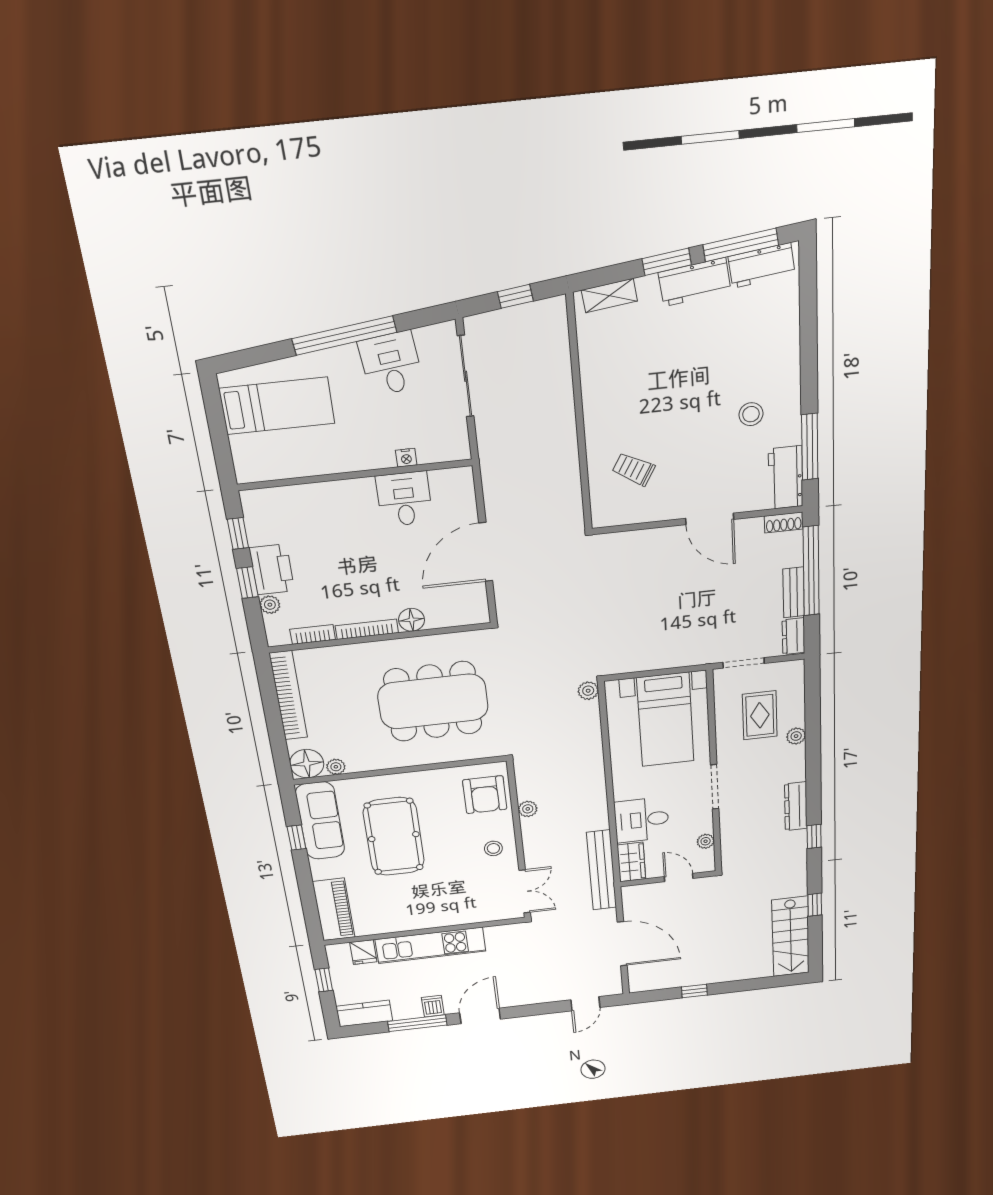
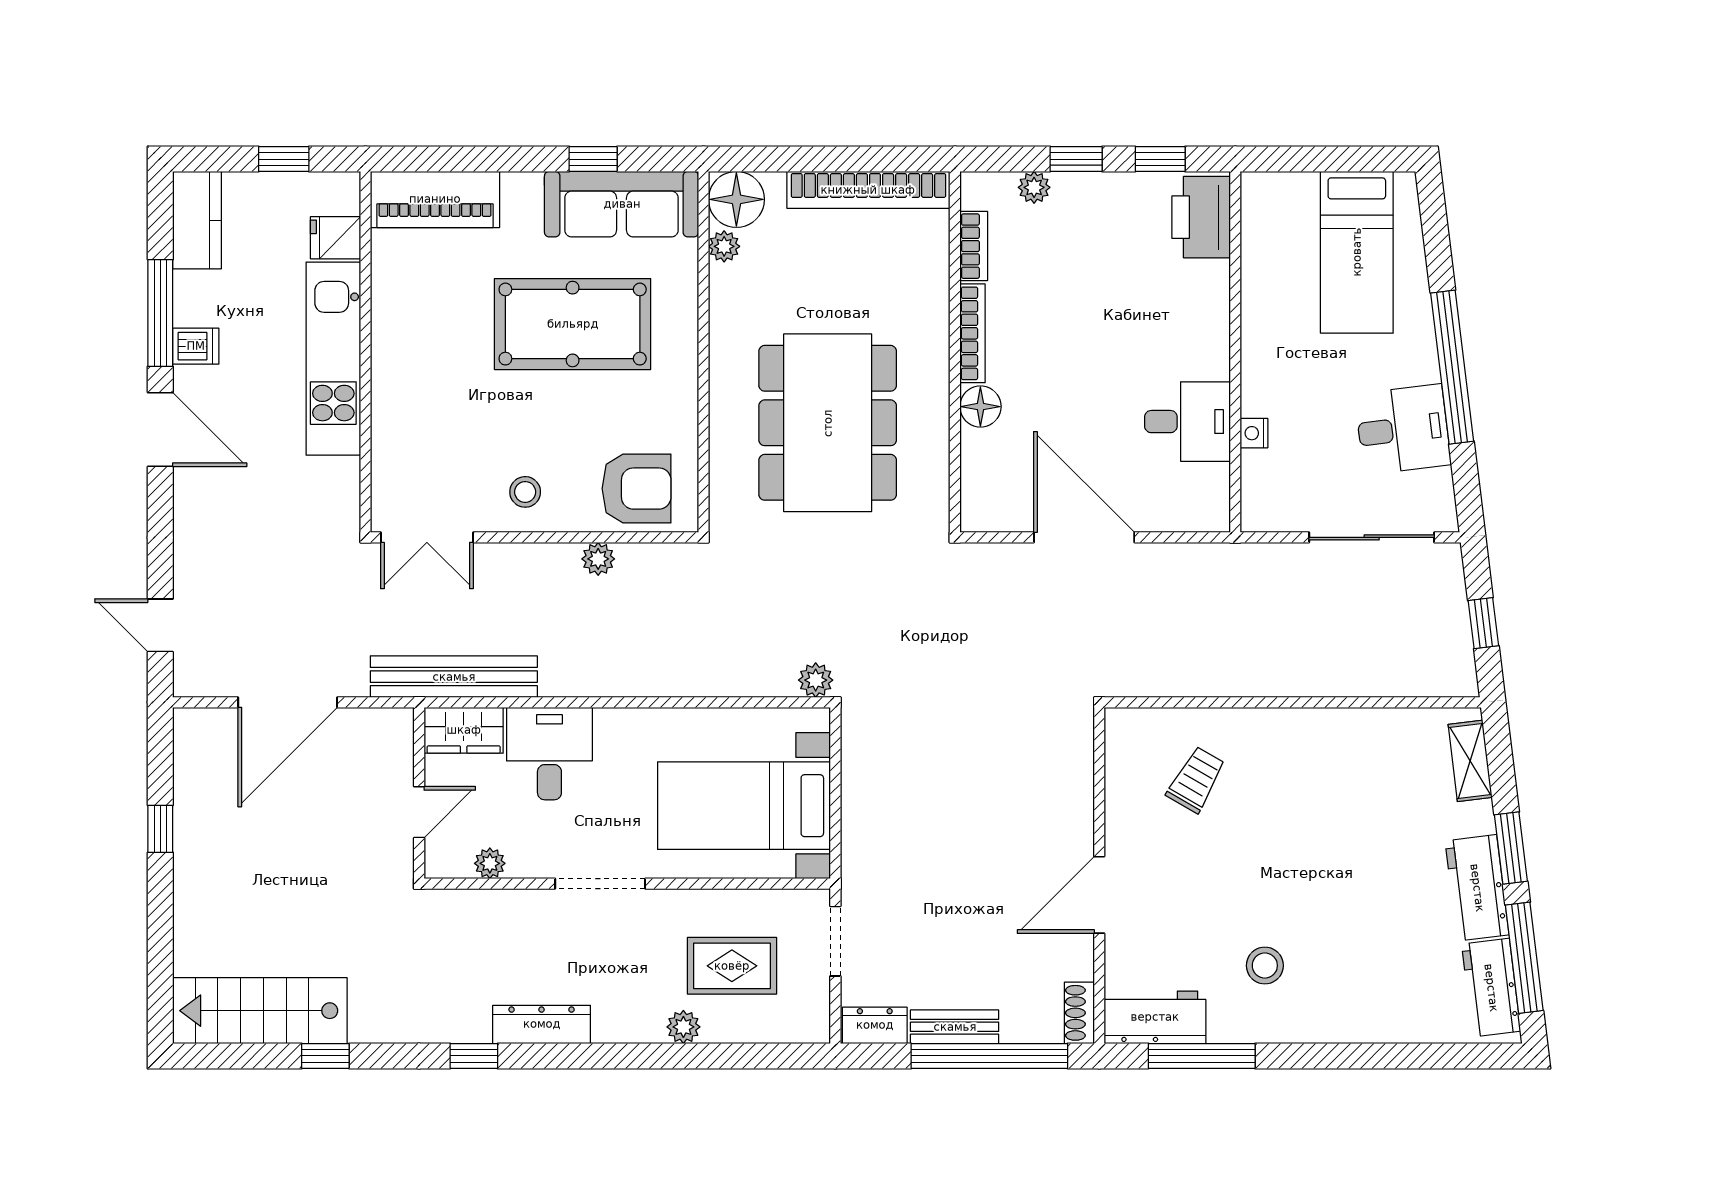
printer: (272, 569) -> (1201, 217), moved, turned 90
armchair: (485, 795) -> (637, 489), turned 180

